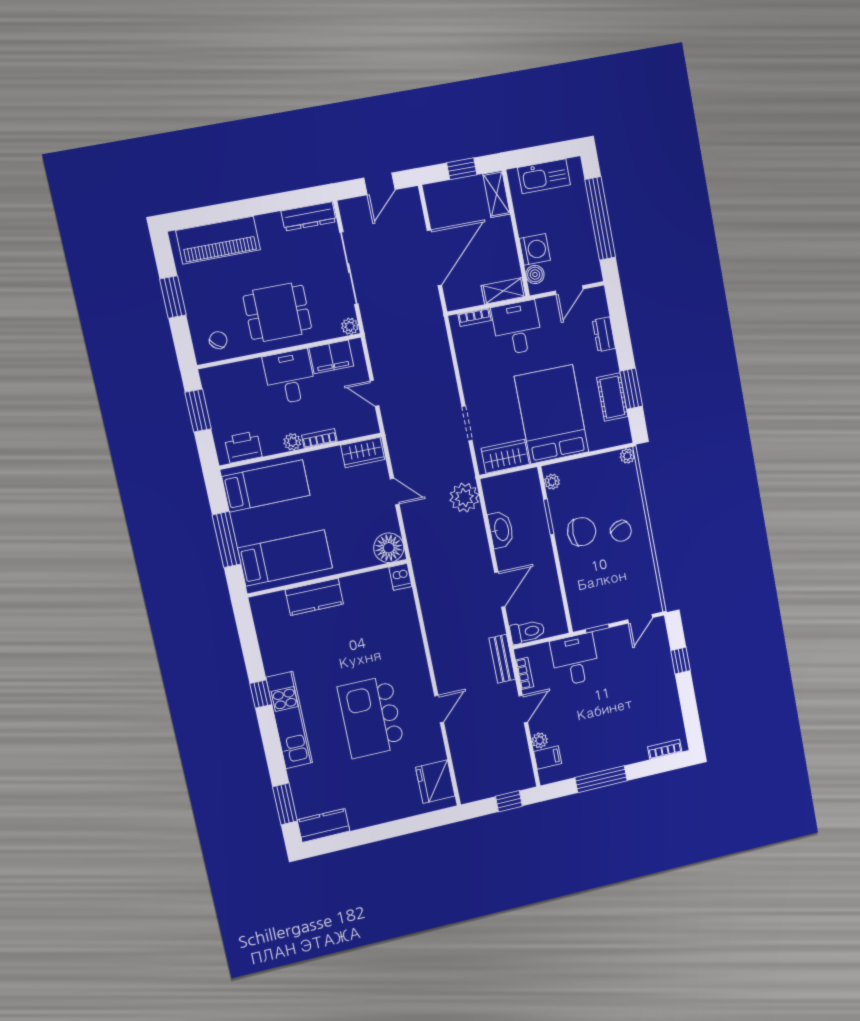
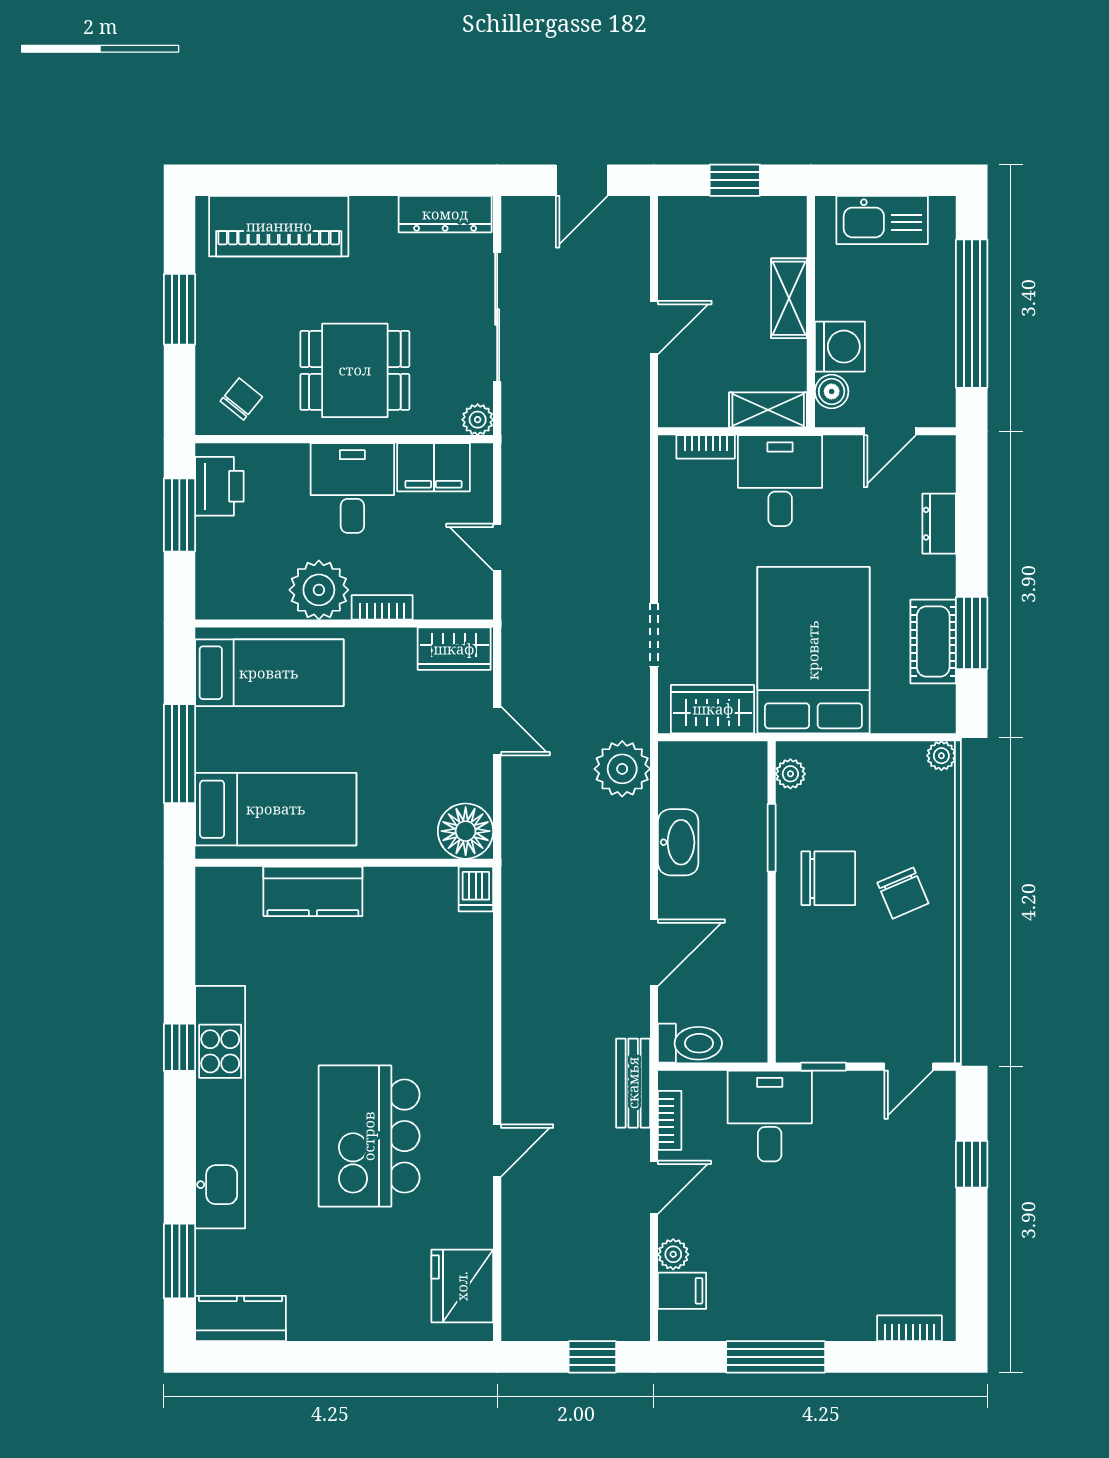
shelving: (497, 194) -> (789, 298), moved
door: (434, 258) -> (654, 328), width x0.53
plant: (292, 442) -> (319, 590), width x1.88, depth x1.88
printer: (243, 447) -> (219, 486), moved, turned 90
kitchen unit: (289, 720) -> (220, 1107), width x1.36

